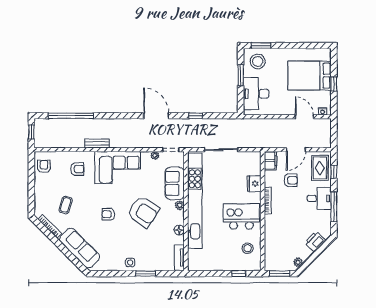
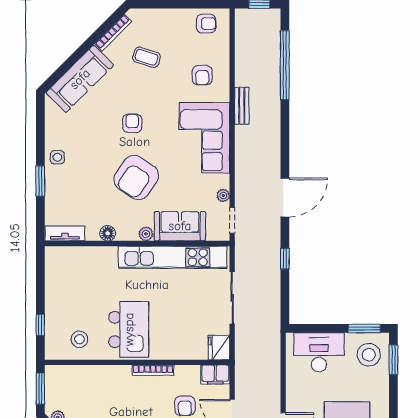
window: (241, 75) -> (364, 328), moved
fridge: (254, 184) -> (219, 348), moved, turned -90
kitchen unit: (195, 201) -> (173, 257), width x0.73

